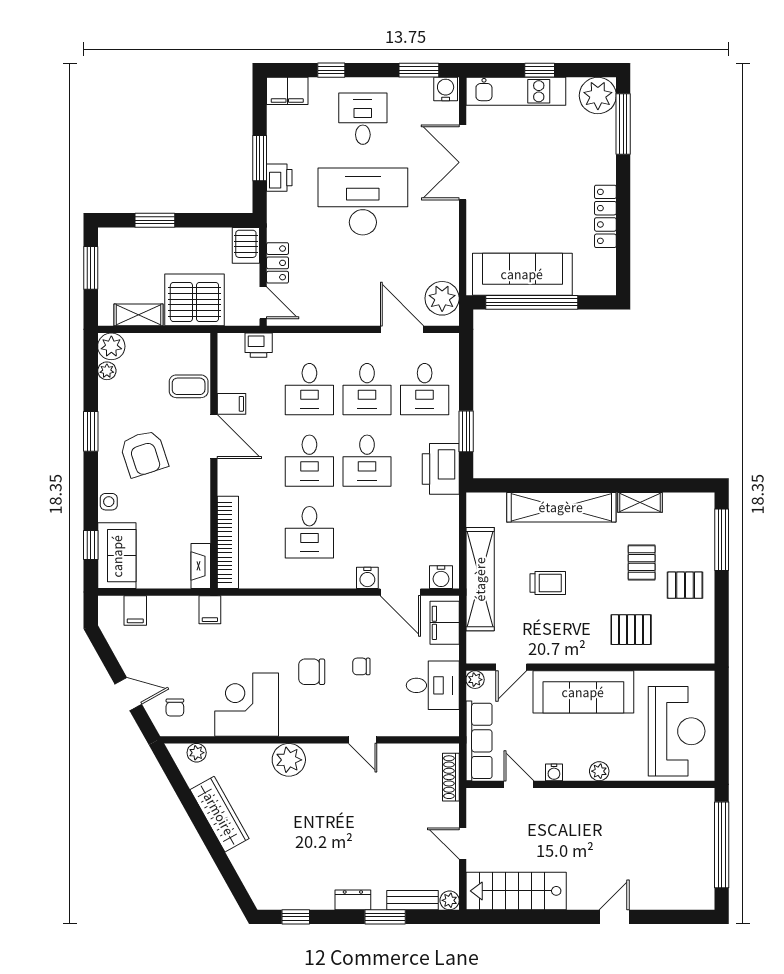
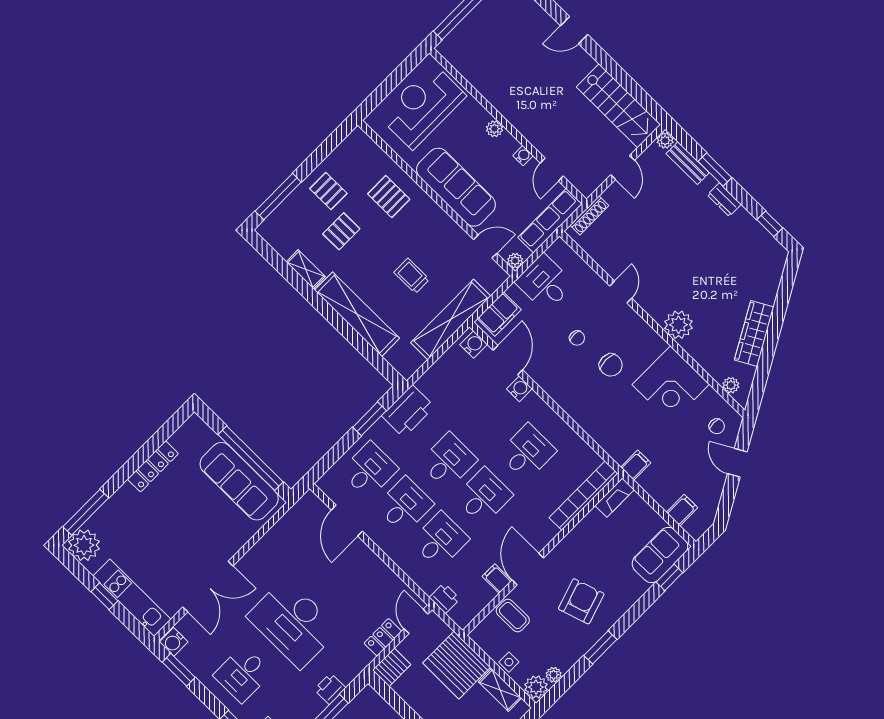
plant: (442, 298) -> (303, 515), removed
side table: (109, 502) -> (509, 662), moved
chair: (175, 708) -> (717, 426), turned 90

